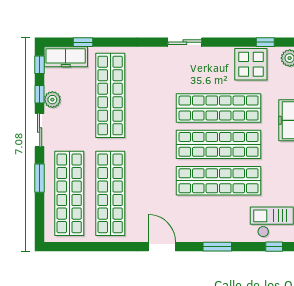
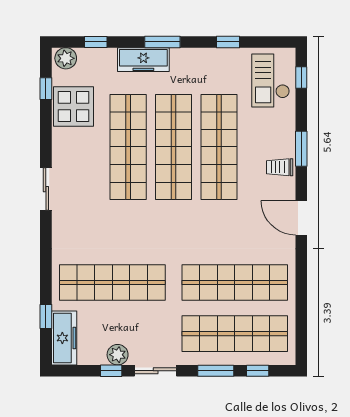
window: (40, 65) -> (258, 371), moved
trolley: (202, 229) -> (280, 167), added
door: (162, 247) -> (301, 218), hinge flipped

